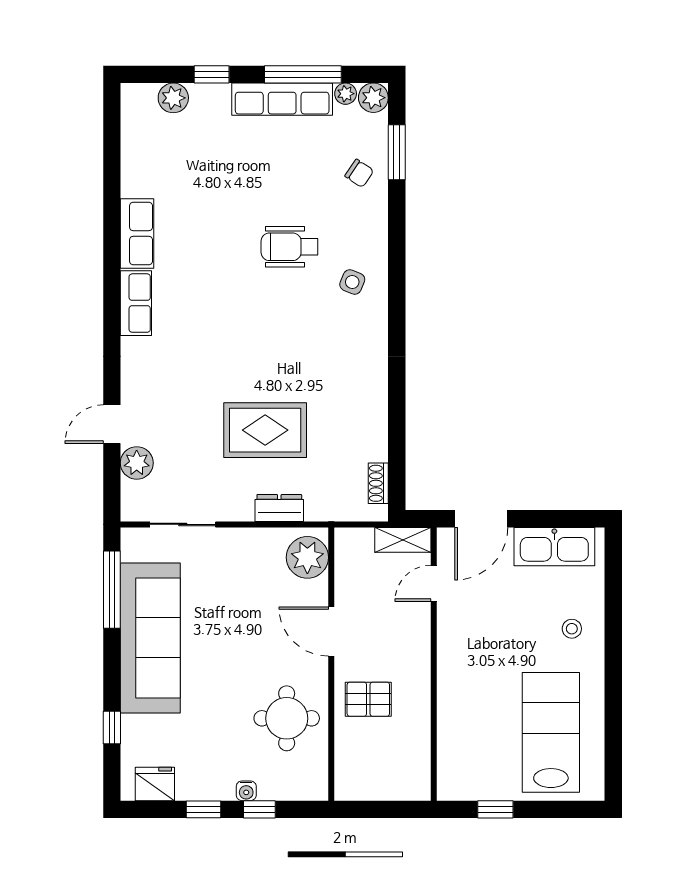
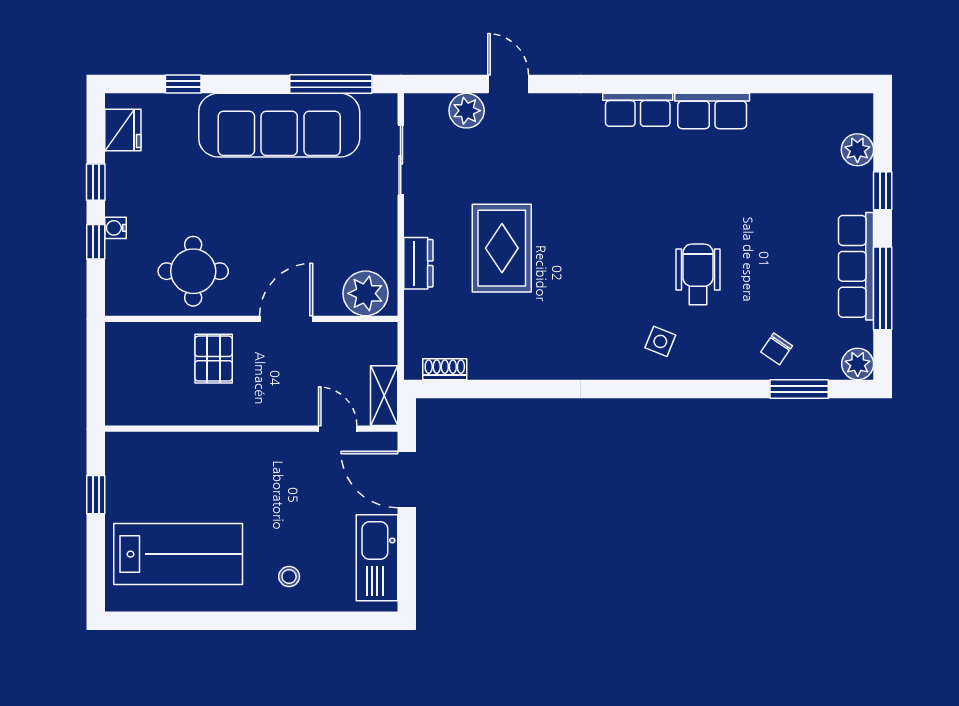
plant: (346, 94) -> (862, 334), removed

